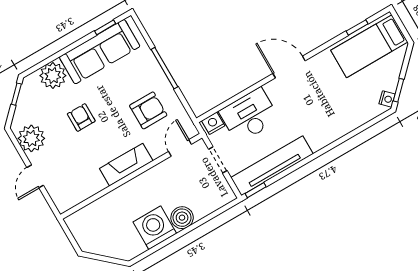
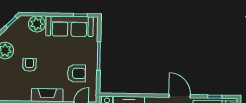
door: (289, 67) -> (180, 96), moved
armchair: (81, 117) -> (29, 65), moved

